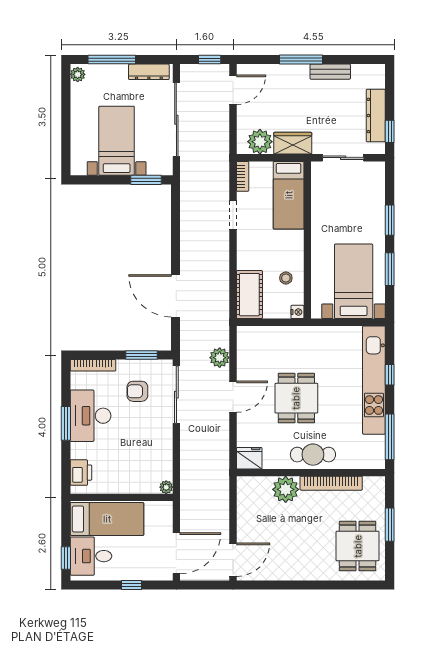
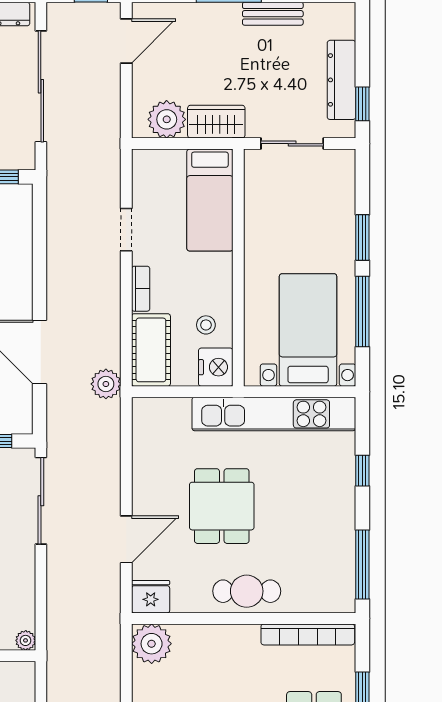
bookcase: (243, 176) -> (141, 289), moved
window: (390, 269) -> (362, 312), width x1.44
nightstand: (297, 312) -> (216, 367), width x1.89, depth x1.79
plant: (220, 358) -> (106, 384), moved
kitchen unit: (374, 380) -> (274, 414), moved, turned -90
door: (233, 397) -> (126, 539), moved
bookcase: (331, 483) -> (308, 634), moved
plant: (286, 489) -> (152, 644), moved

